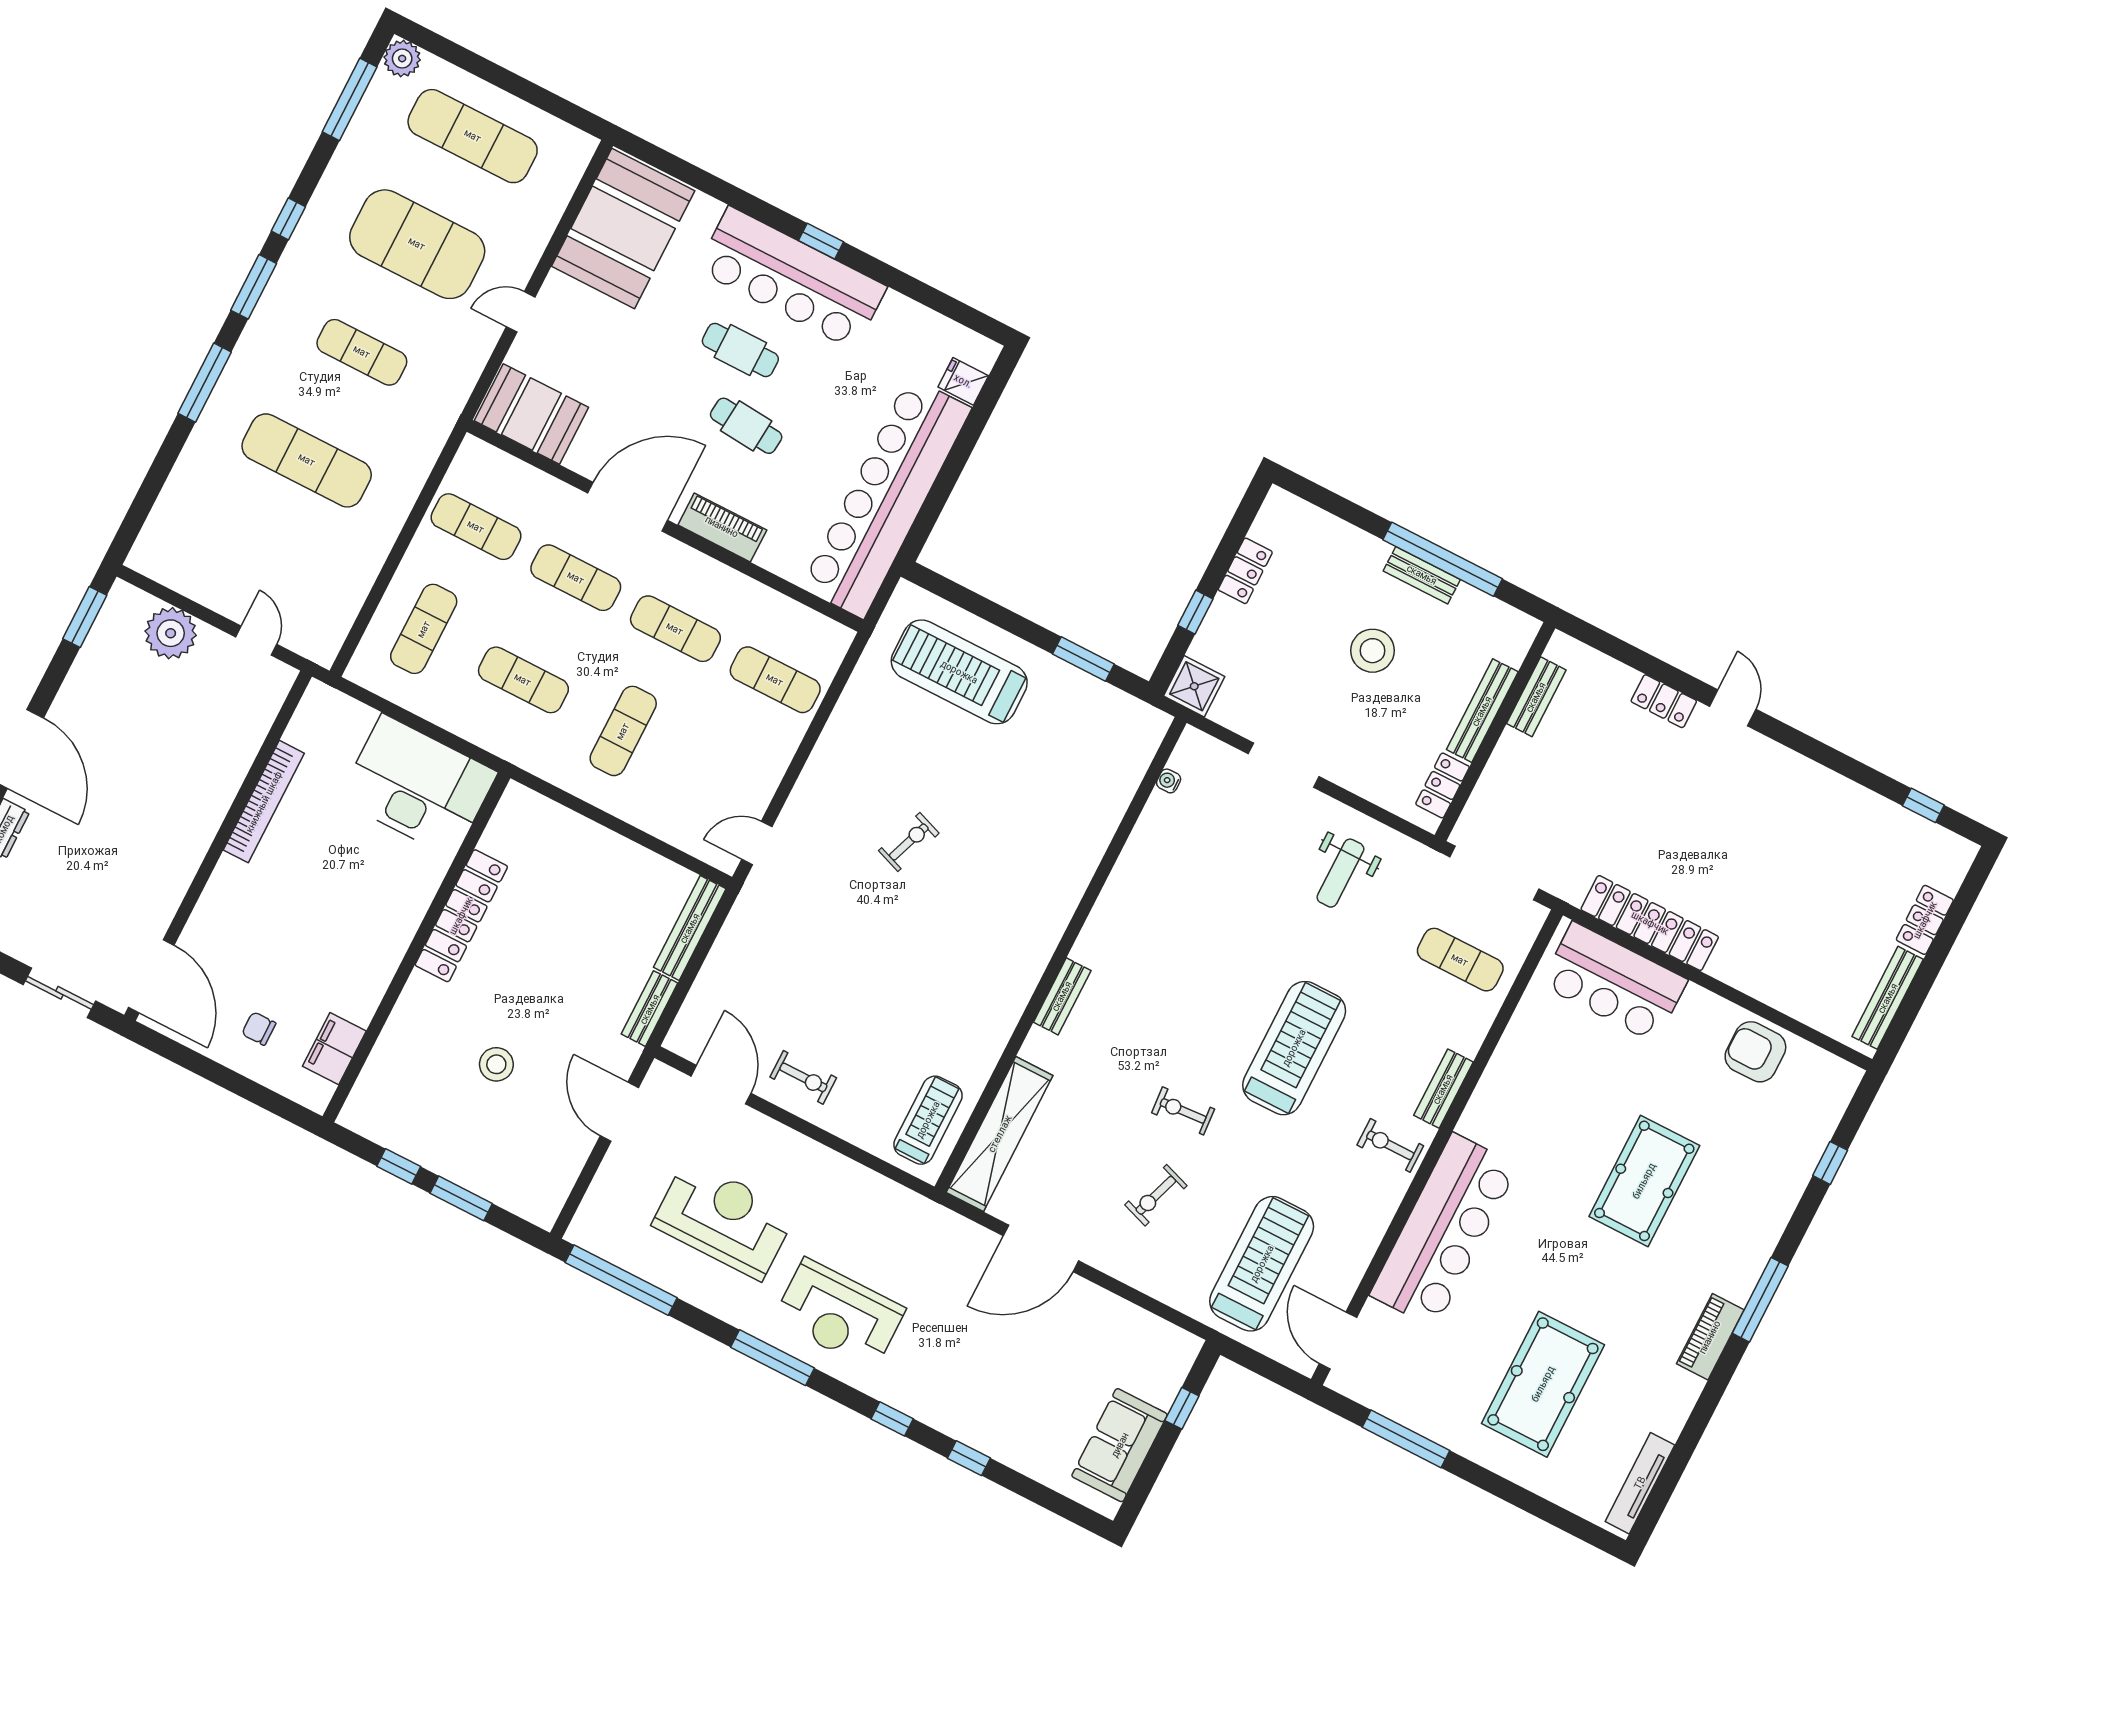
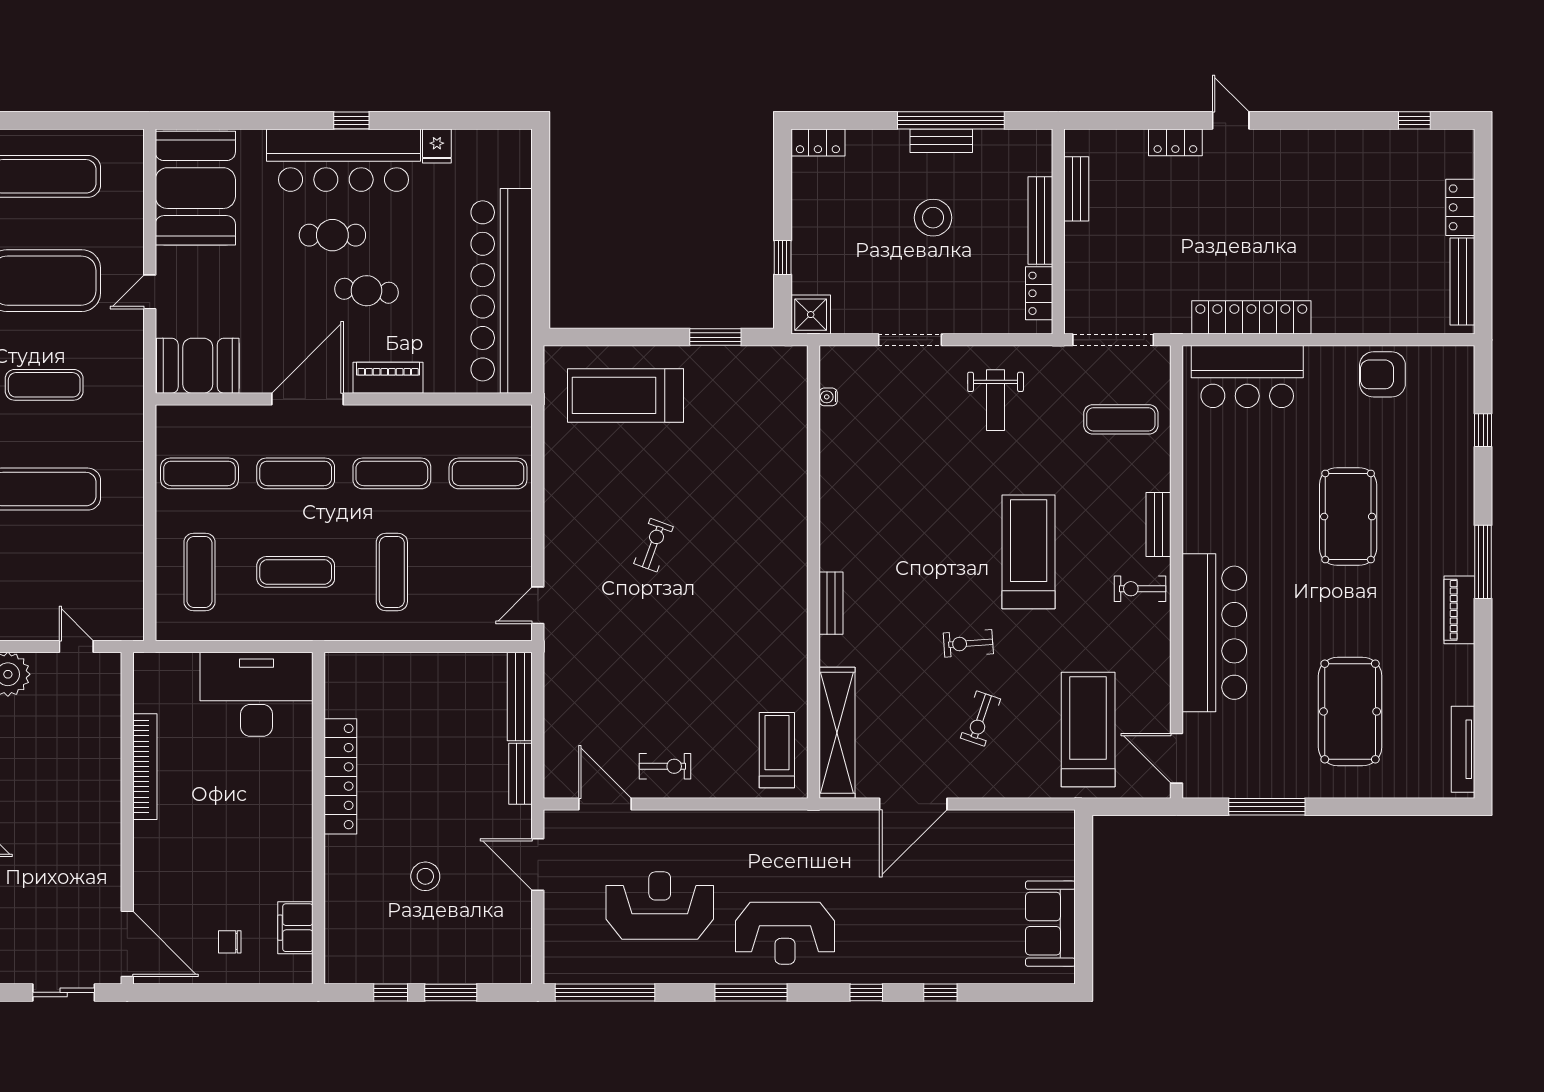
fridge: (963, 381) -> (437, 146), moved, turned -90
locker: (1245, 571) -> (818, 142), moved, turned 90
window: (1182, 1408) -> (1084, 871), removed

